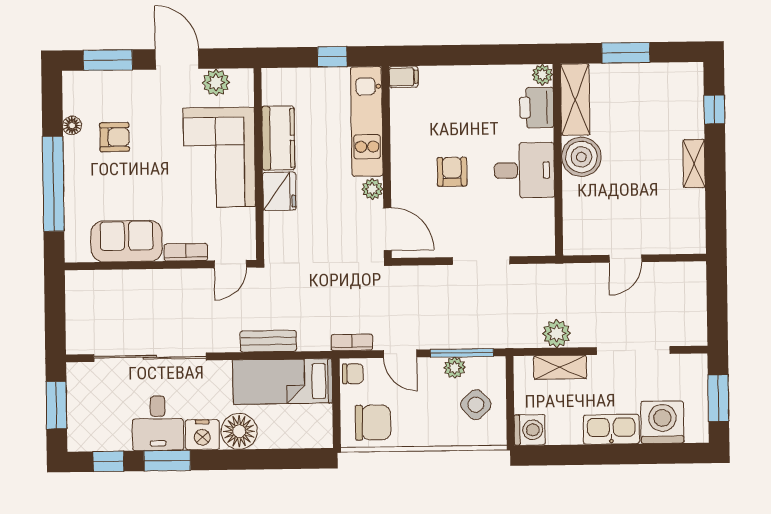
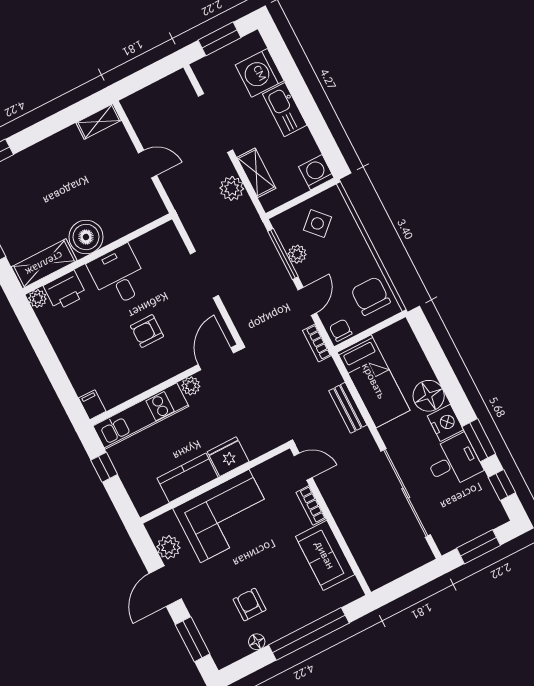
shelving: (694, 164) -> (99, 121), moved

